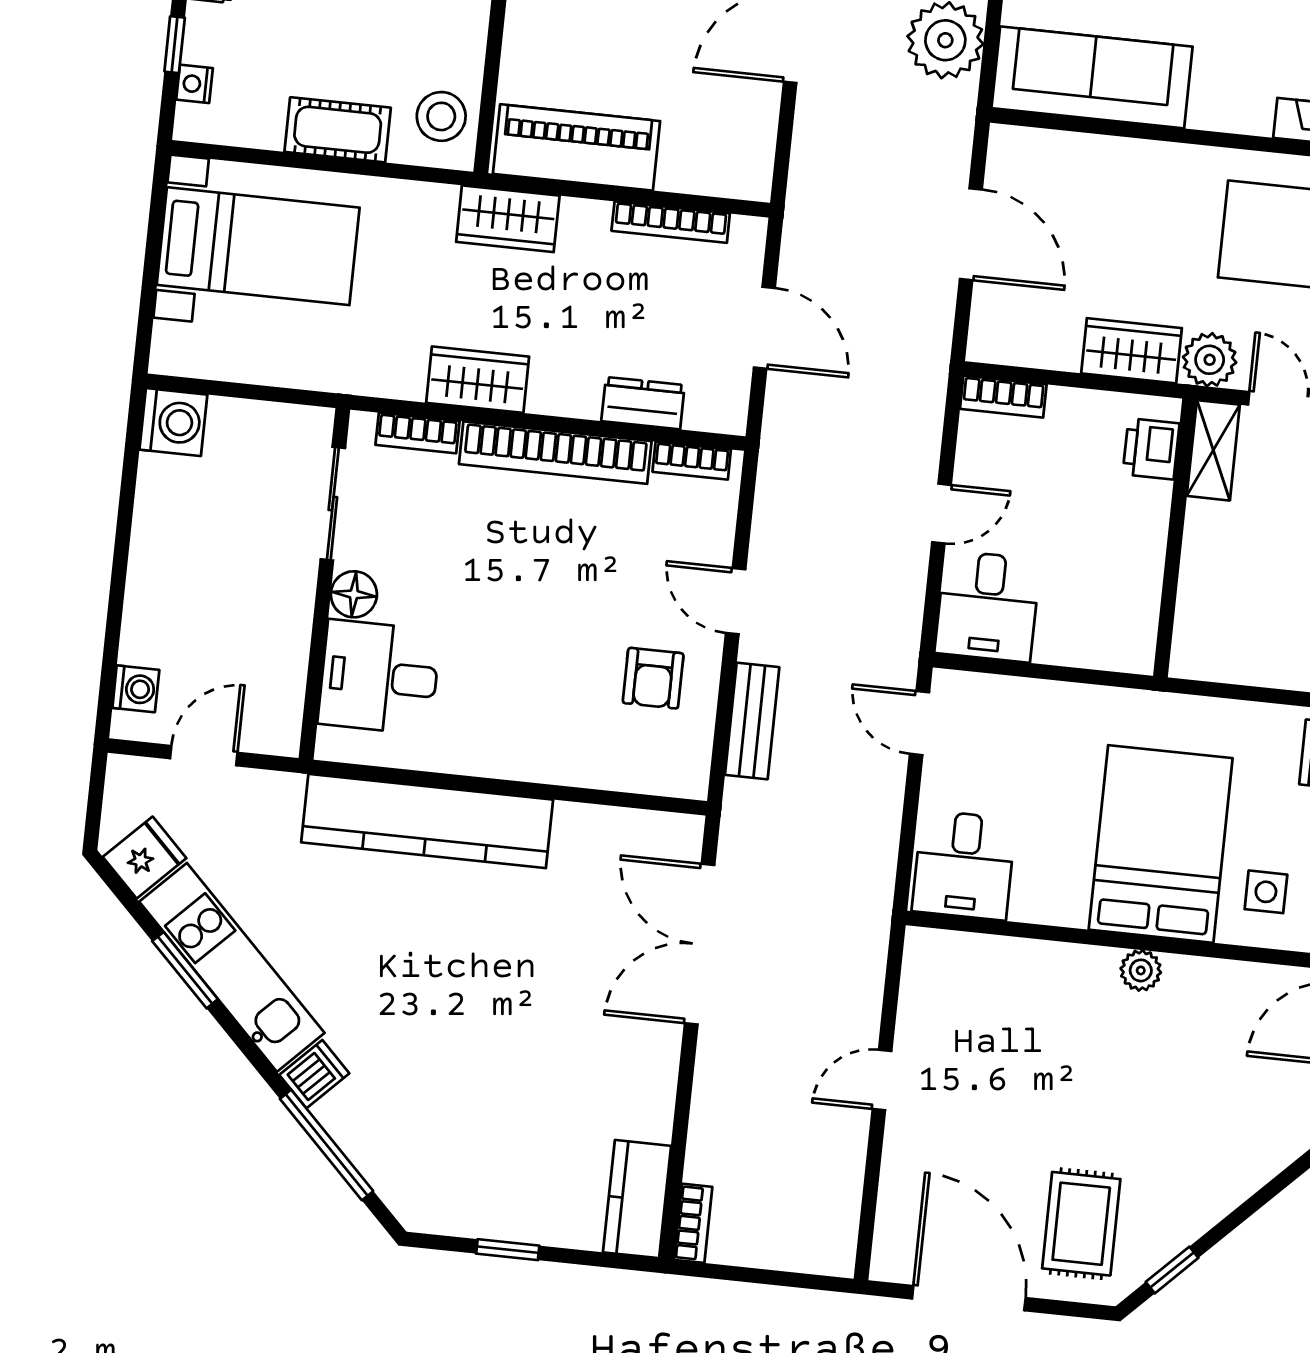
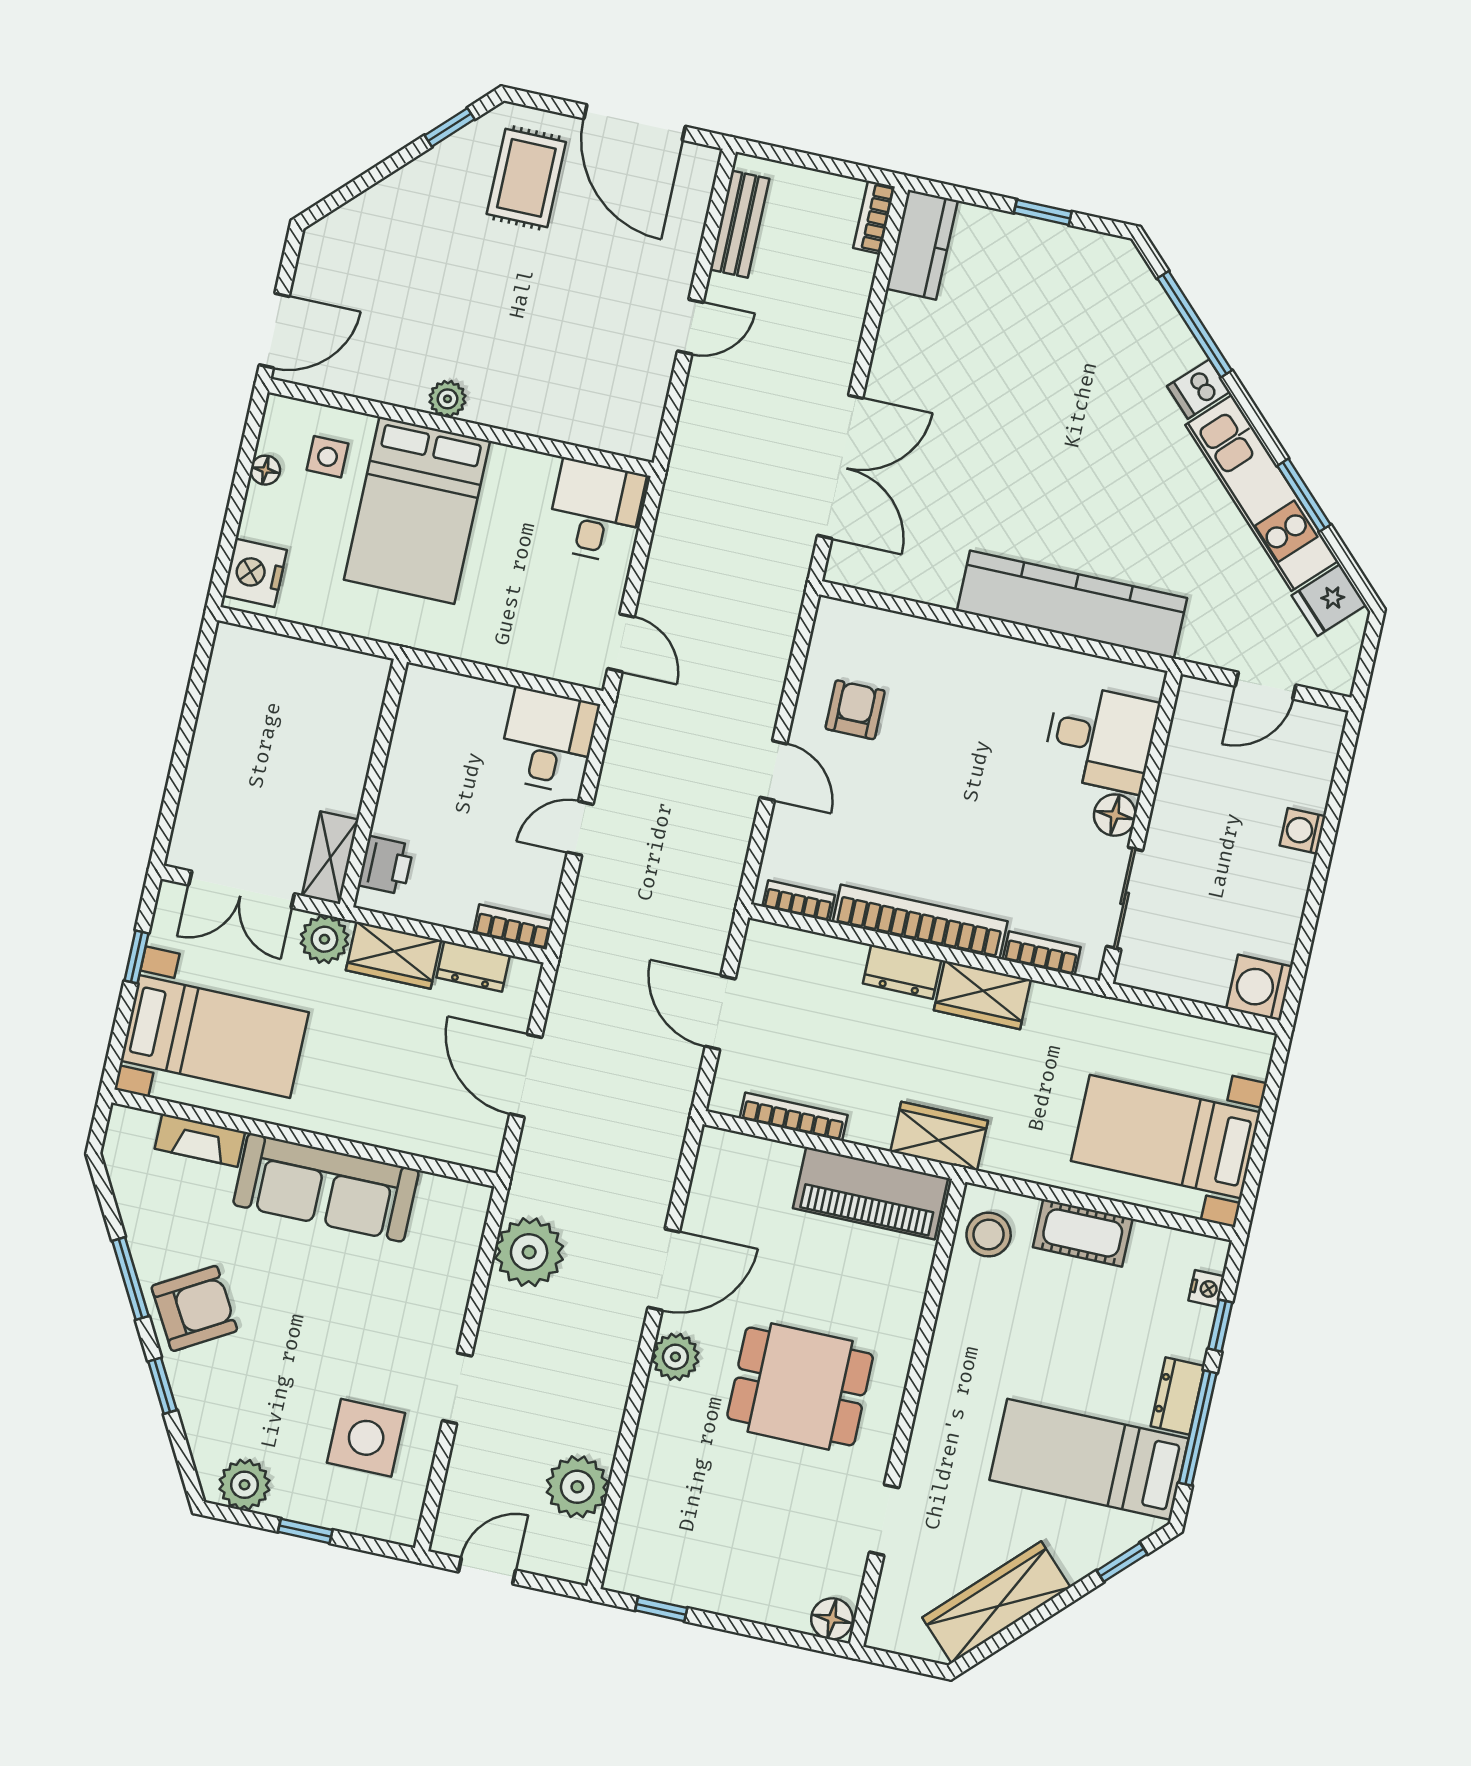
sofa: (1092, 77) -> (326, 1188), moved
dresser: (1042, 348) -> (473, 966), added
dresser: (643, 403) -> (902, 972), moved
washing machine: (136, 689) -> (1303, 831), moved
bench: (752, 721) -> (740, 224), moved

